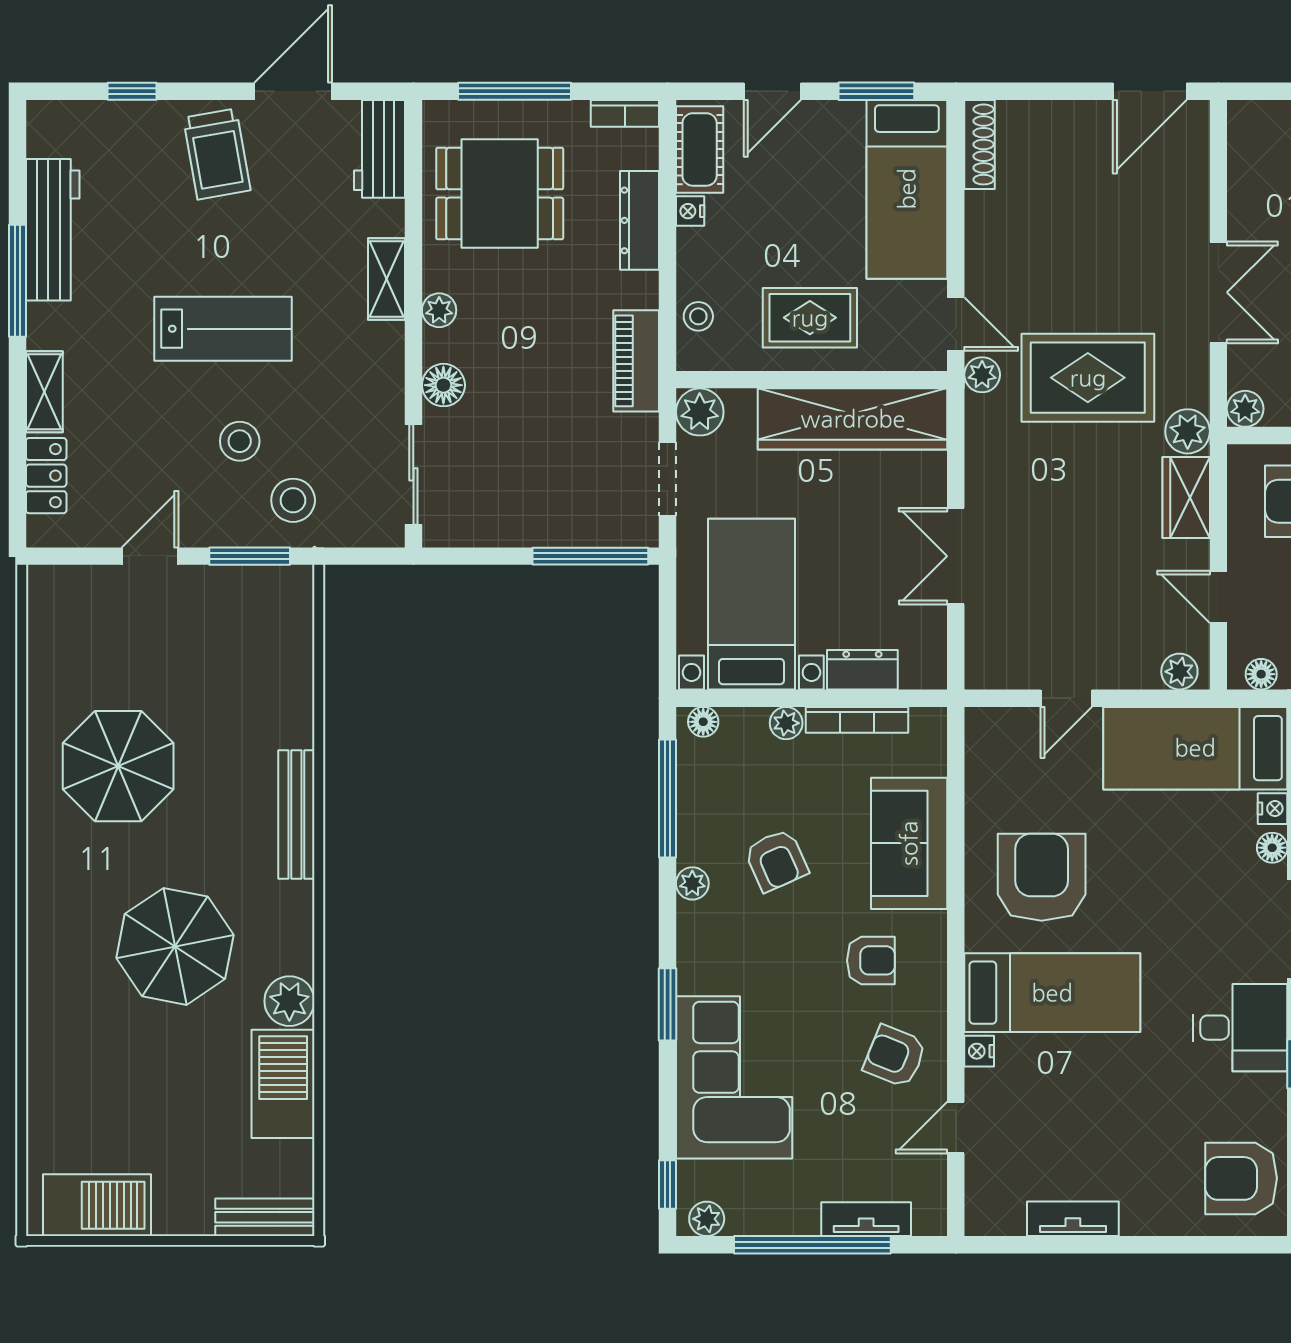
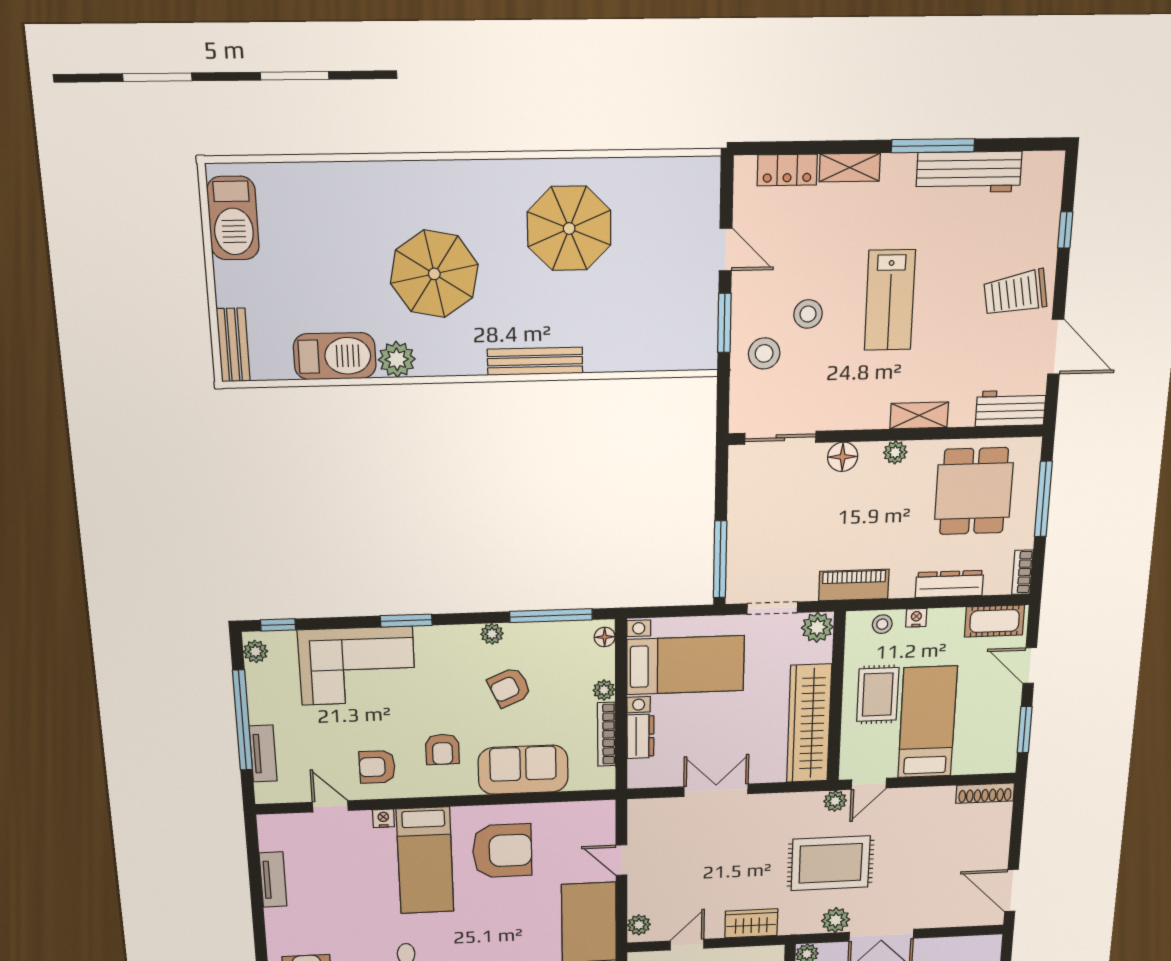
bed: (907, 189) -> (927, 722), moved, turned 90
nightstand: (690, 211) -> (916, 618), moved
rug: (1088, 378) -> (831, 863), turned 90
plant: (1188, 431) -> (836, 920), moved
armchair: (895, 1056) -> (377, 767), turned -112

